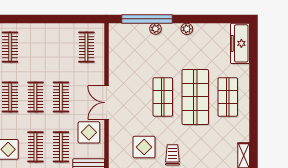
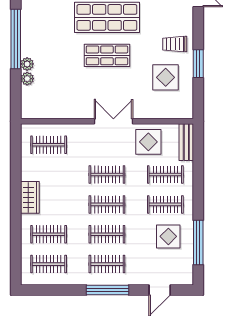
window: (147, 19) -> (16, 39), moved
plant: (187, 29) -> (27, 79), moved
wardrobe: (41, 31) -> (30, 197), added
double door: (107, 103) -> (113, 121), swing flipped

